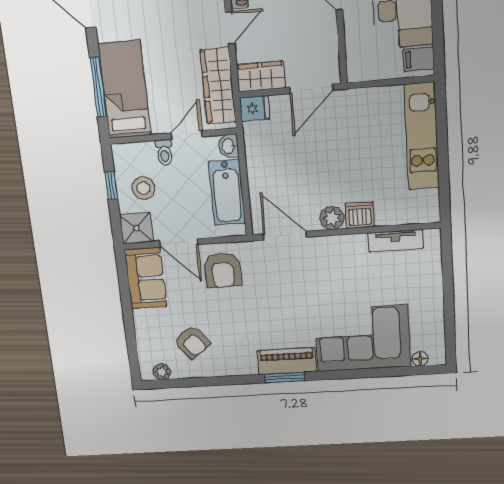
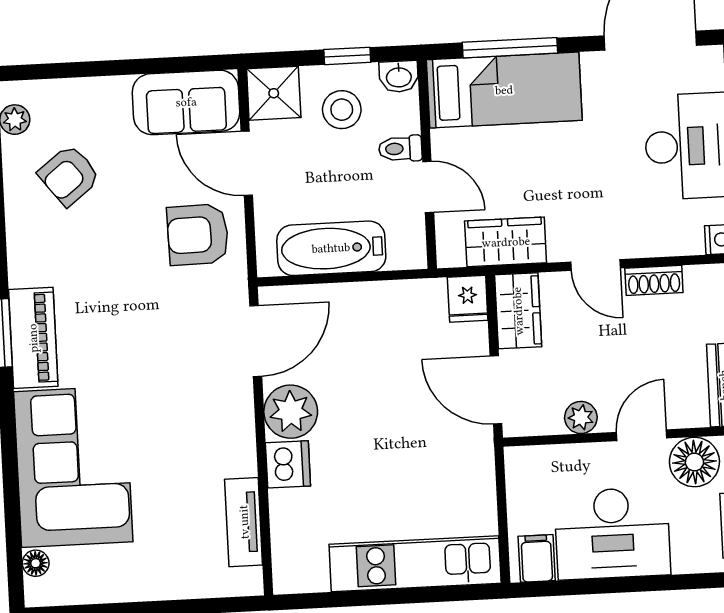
plant: (327, 34) -> (581, 417), added
wardrobe: (218, 86) -> (506, 242), width x0.67
washbasin: (229, 146) -> (399, 76), moved, turned 180
plant: (332, 218) -> (291, 412), width x1.36, depth x1.36
door: (179, 243) -> (247, 163), hinge flipped

